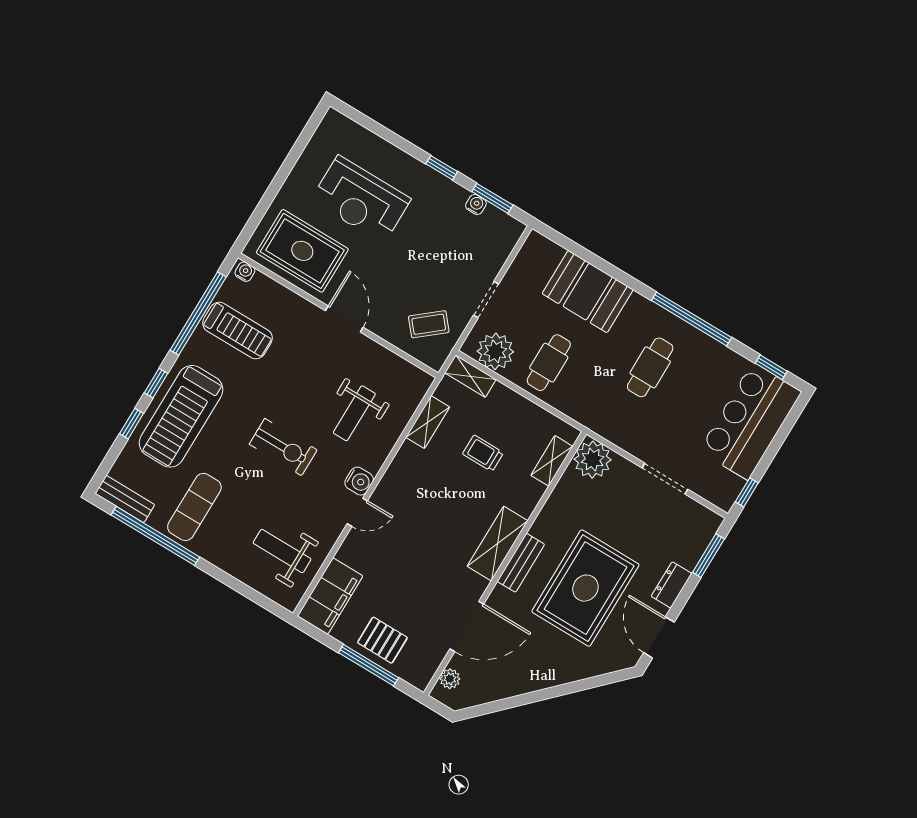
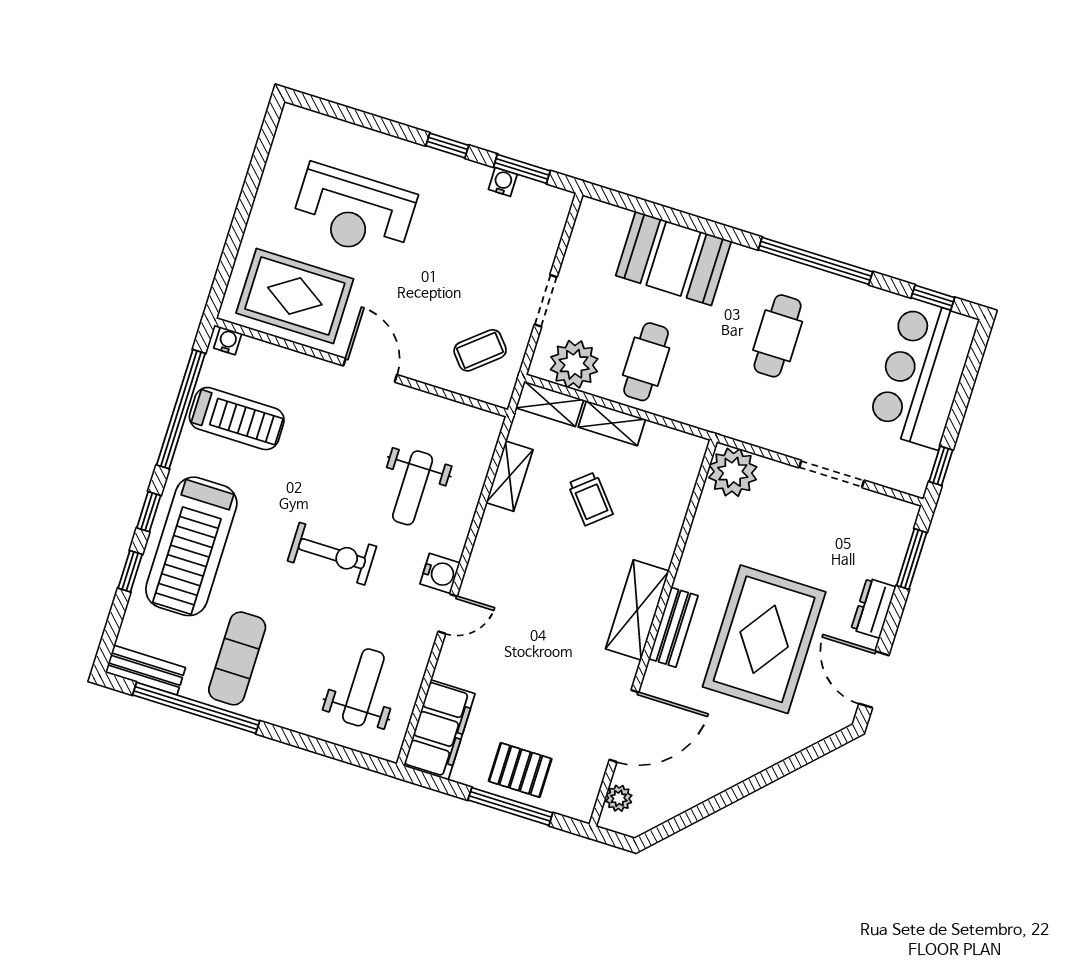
trolley: (483, 453) -> (590, 499), turned -130
shelving: (552, 461) -> (612, 423), moved, turned 90
weight bench: (282, 551) -> (363, 687), turned 90

